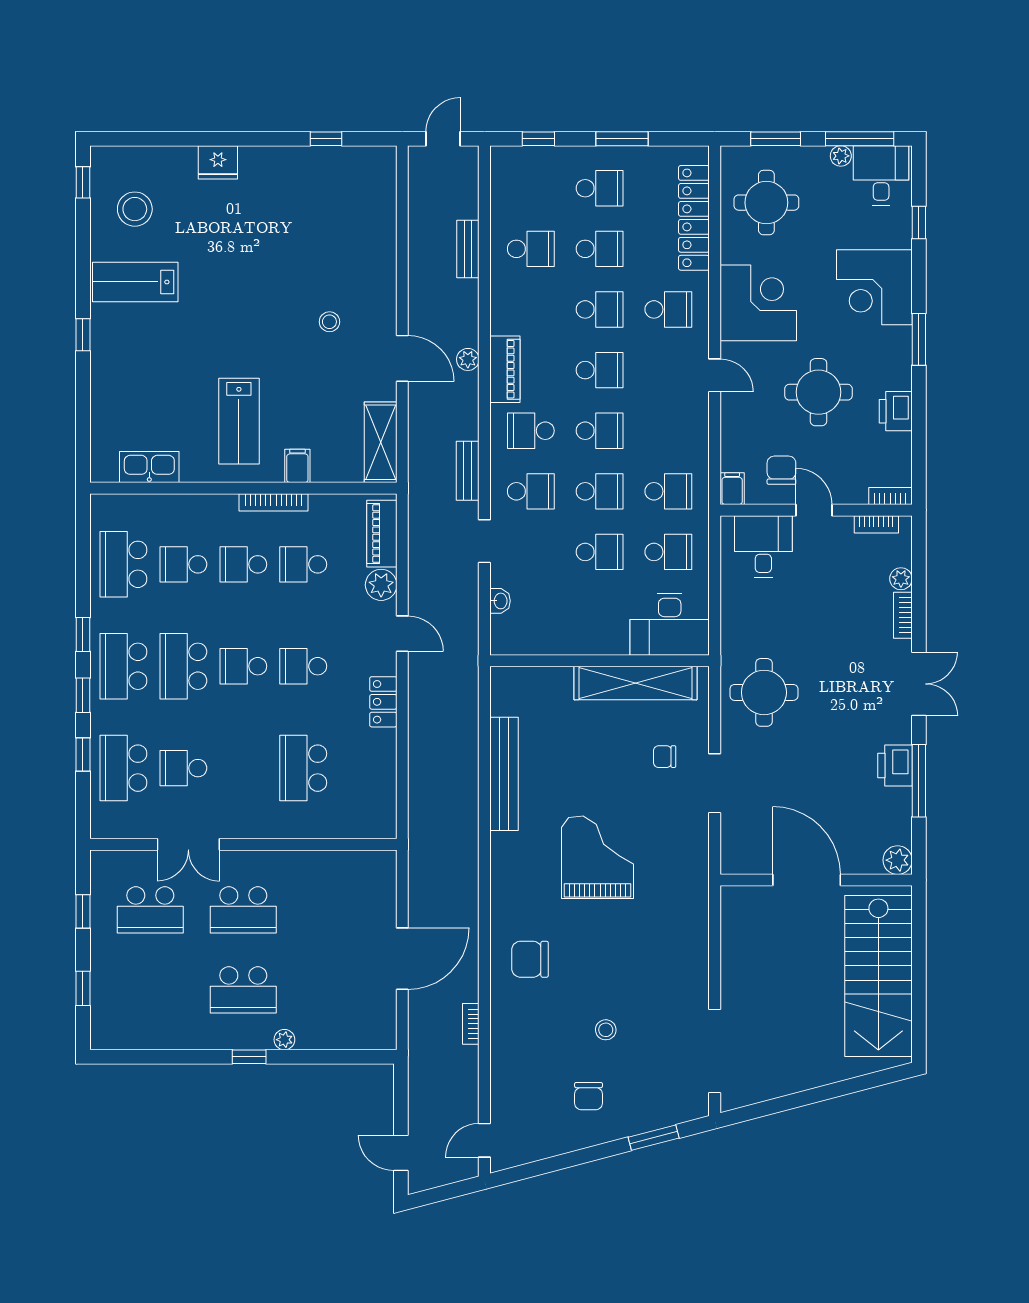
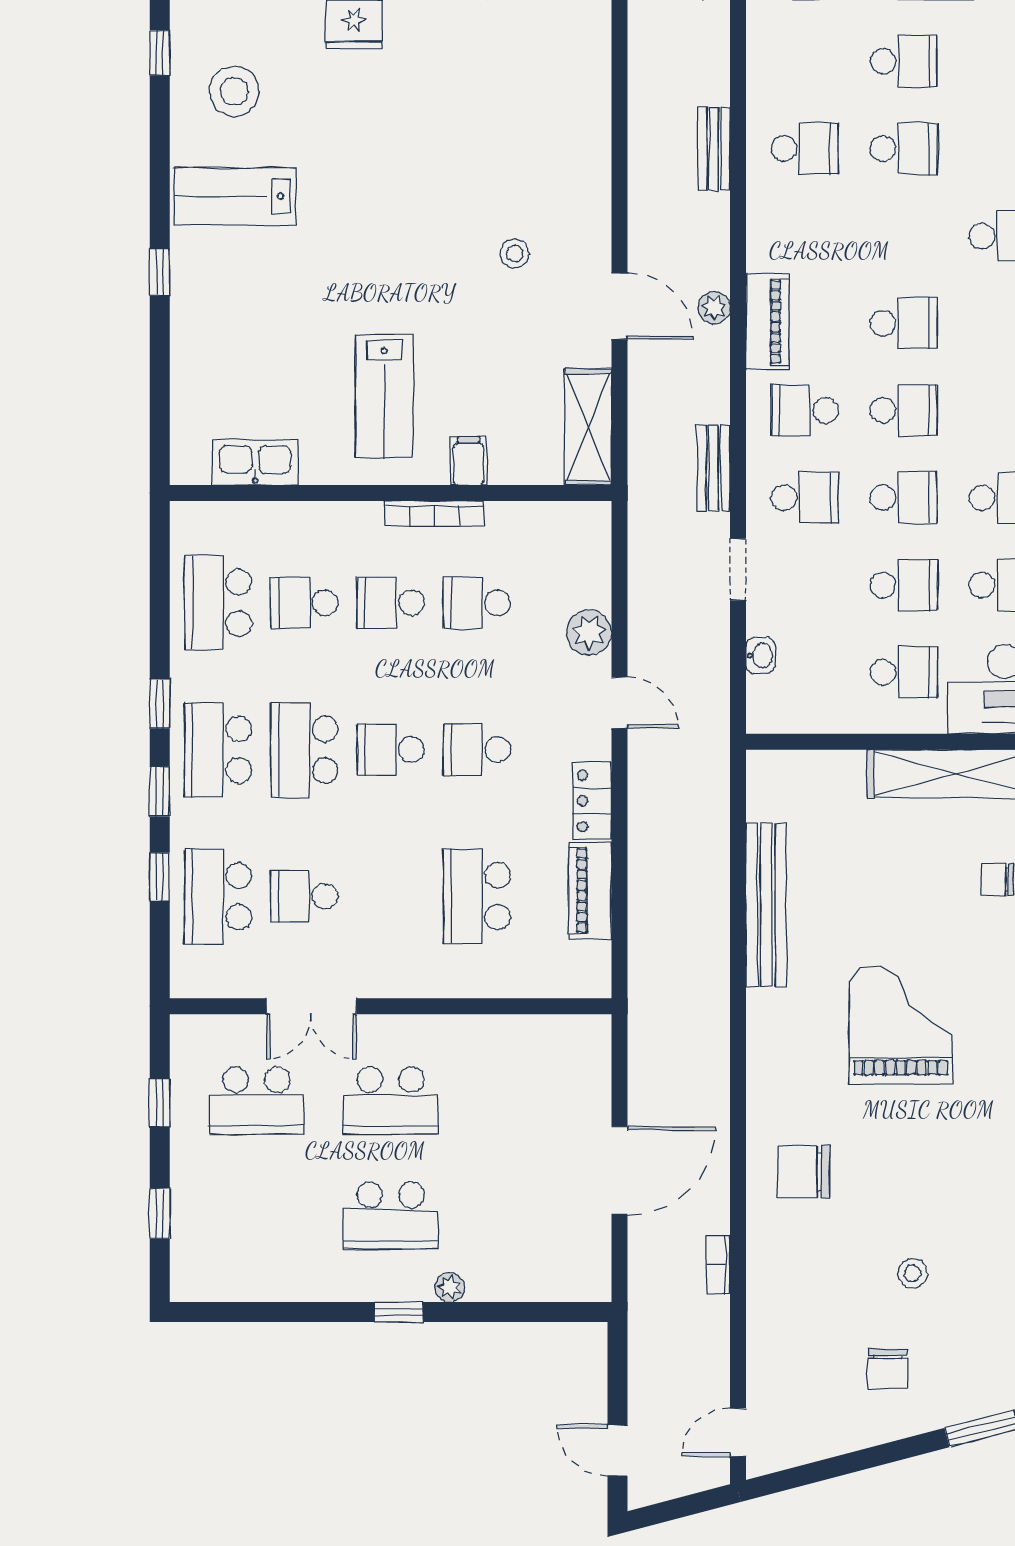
school desk: (600, 309) -> (904, 672), moved
piano: (382, 534) -> (590, 891), moved

